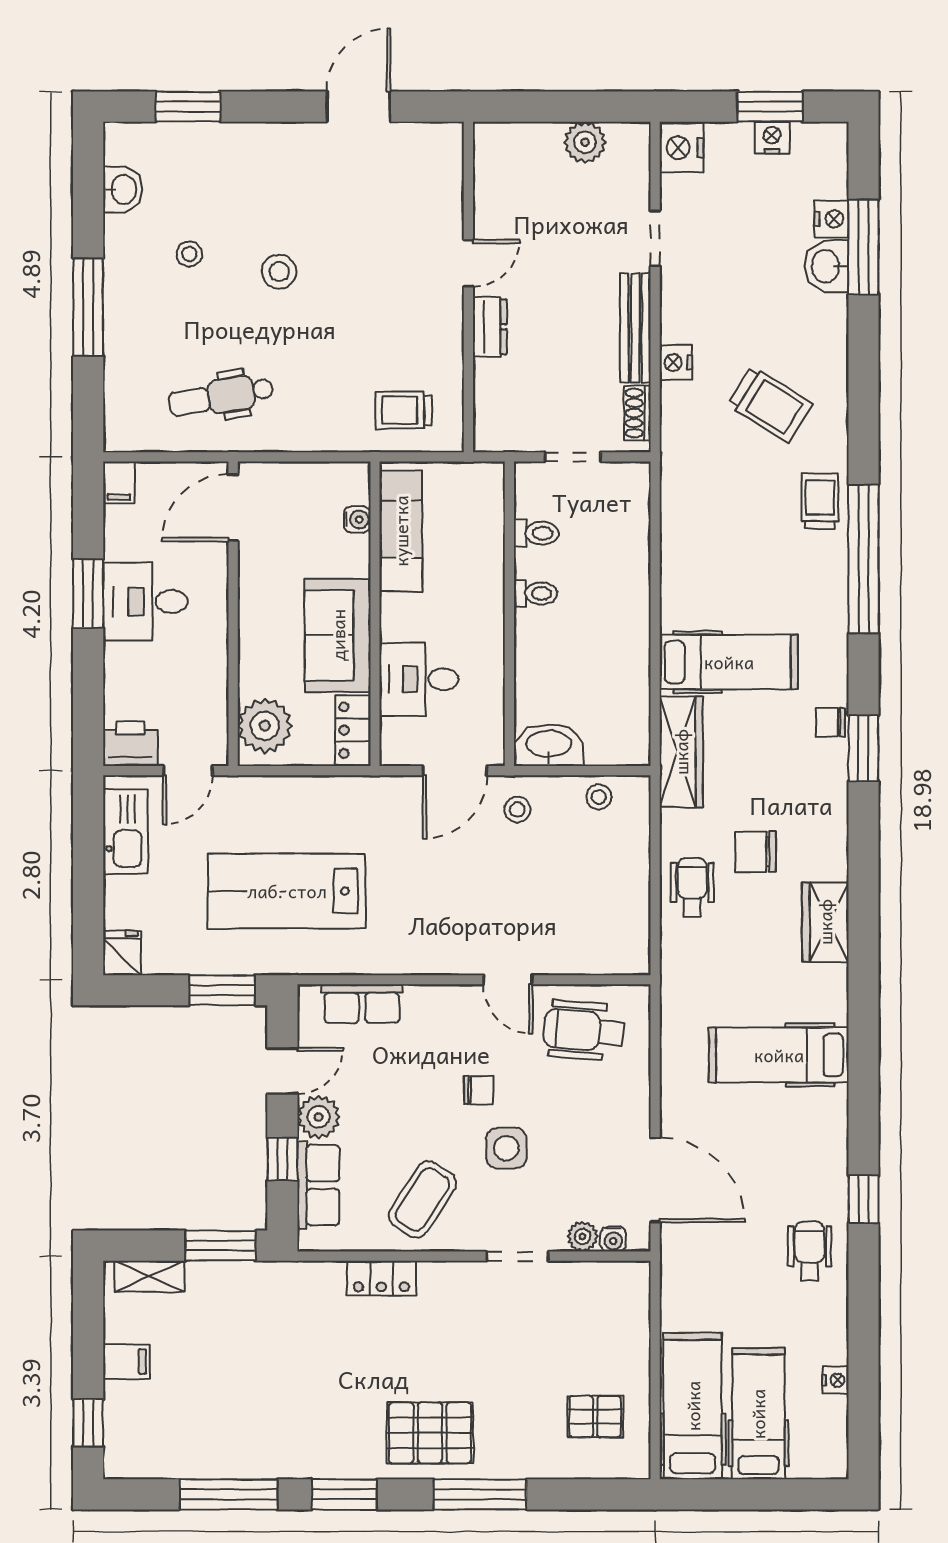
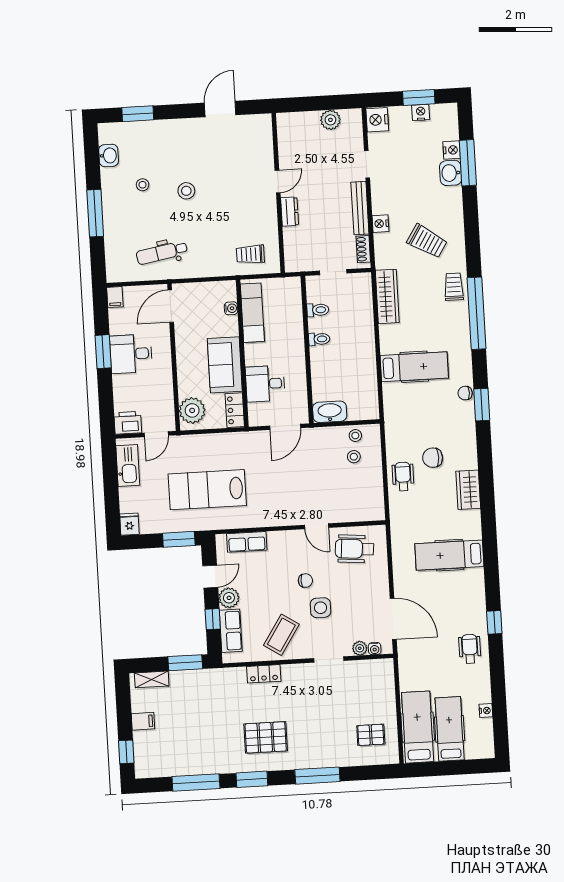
wardrobe: (681, 752) -> (387, 296), moved
stool: (517, 810) -> (354, 457), moved
pallet: (430, 1433) -> (266, 737), moved

